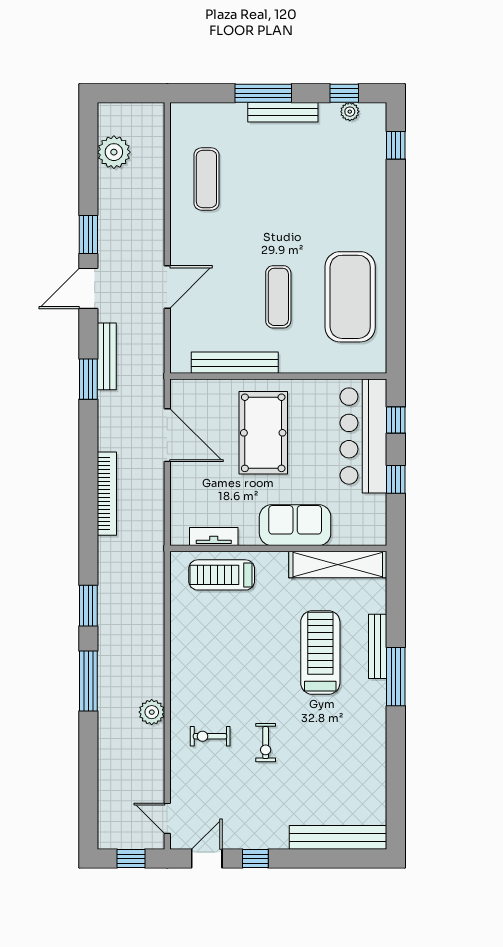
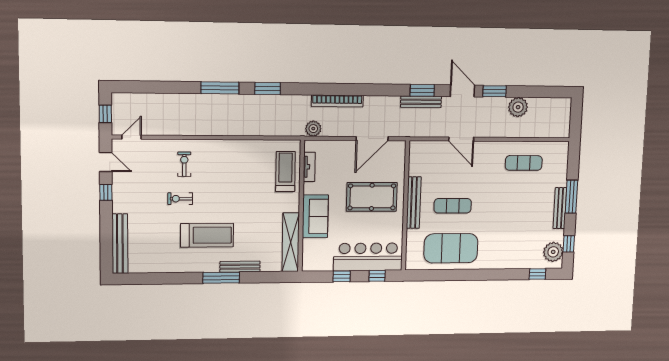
plant: (350, 112) -> (553, 252), width x1.87, depth x1.87
plant: (114, 152) -> (518, 107), moved
bench: (235, 363) -> (414, 203), moved
window: (88, 379) -> (422, 90), moved
treadmill: (320, 652) -> (207, 235), moved
plant: (152, 712) -> (313, 129), moved

